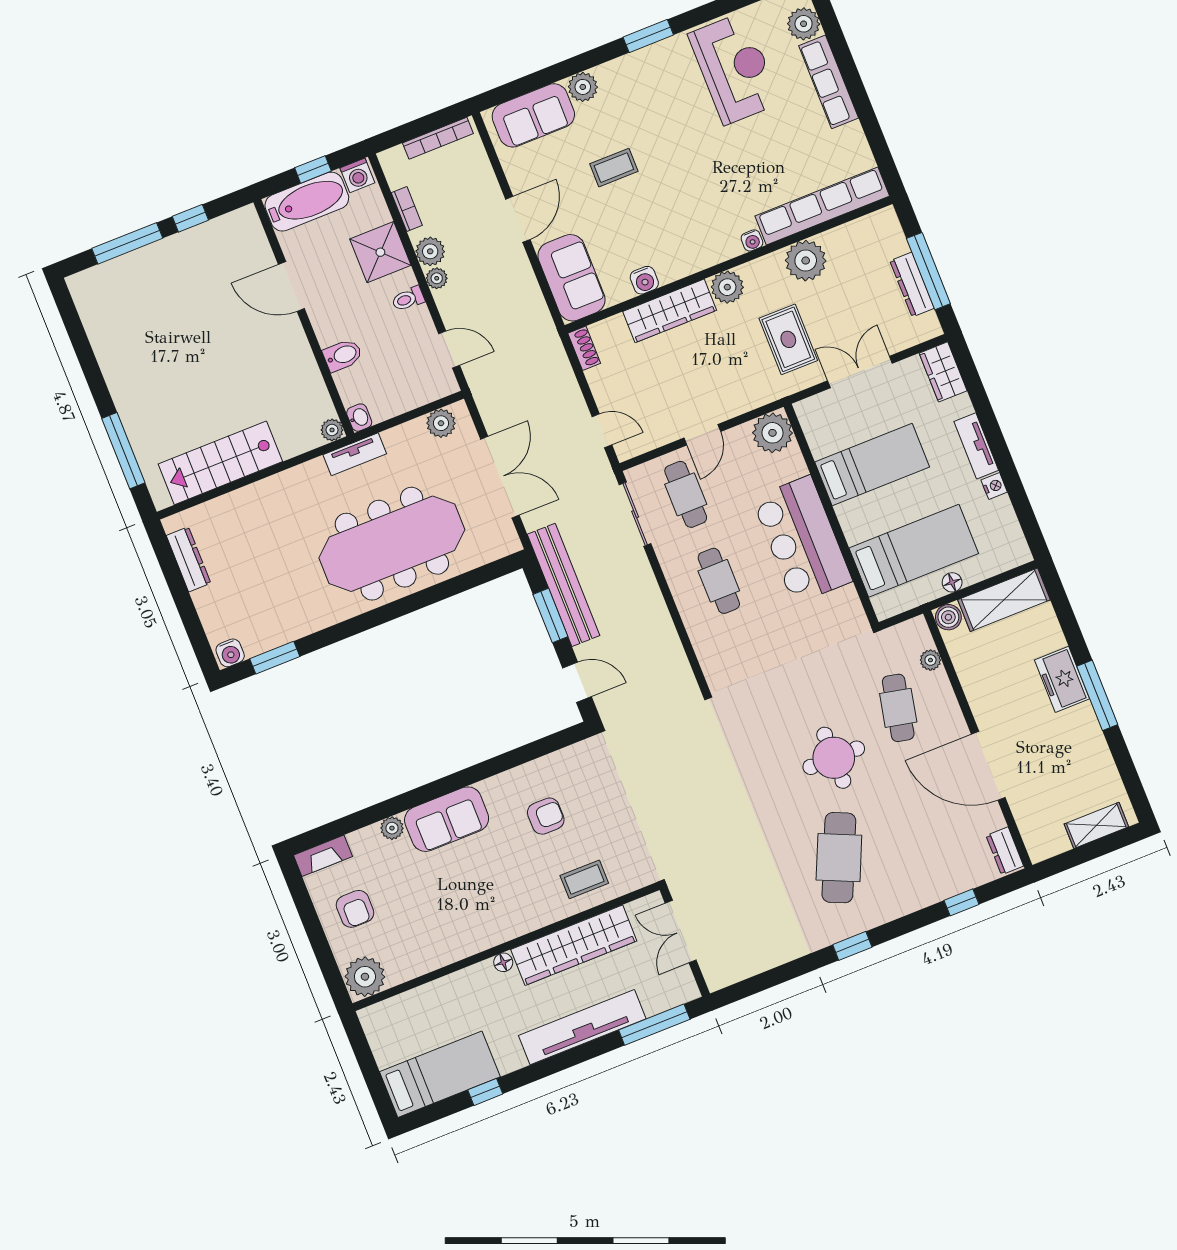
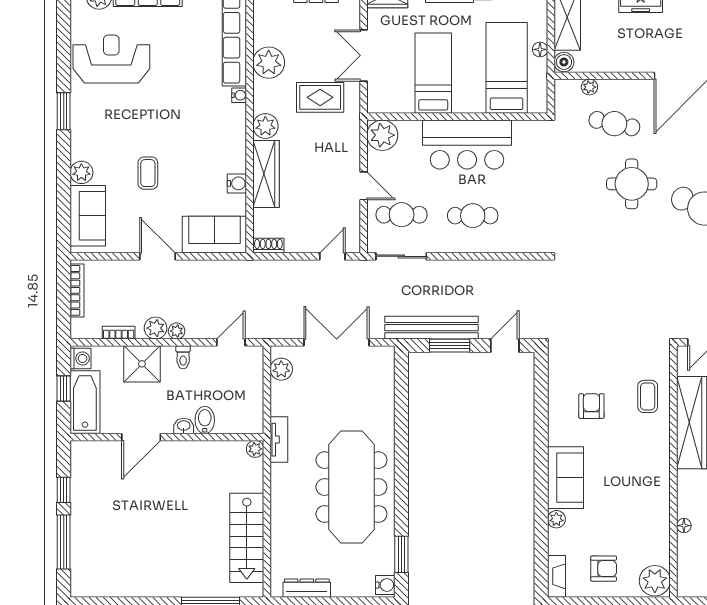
washbasin: (359, 418) -> (184, 426), moved
meeting table: (392, 544) -> (351, 487), moved
floor lamp: (503, 962) -> (684, 526), moved

